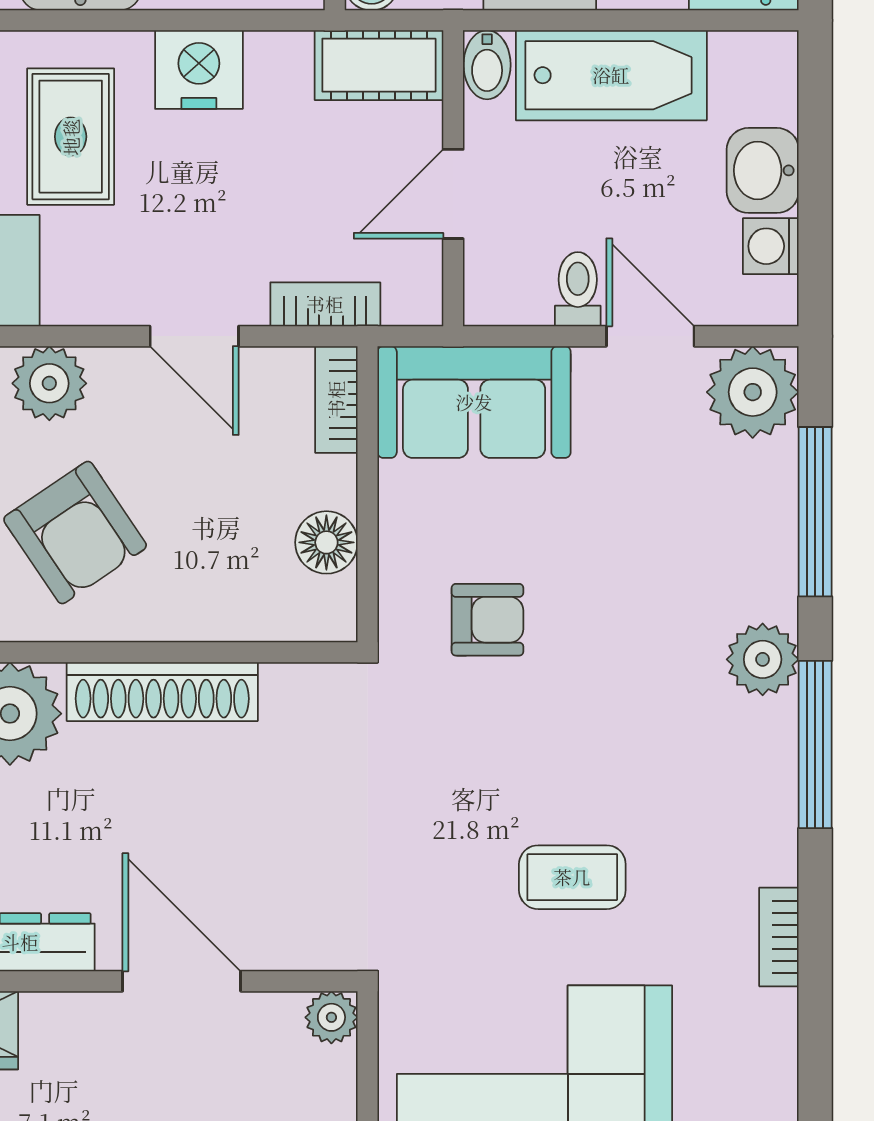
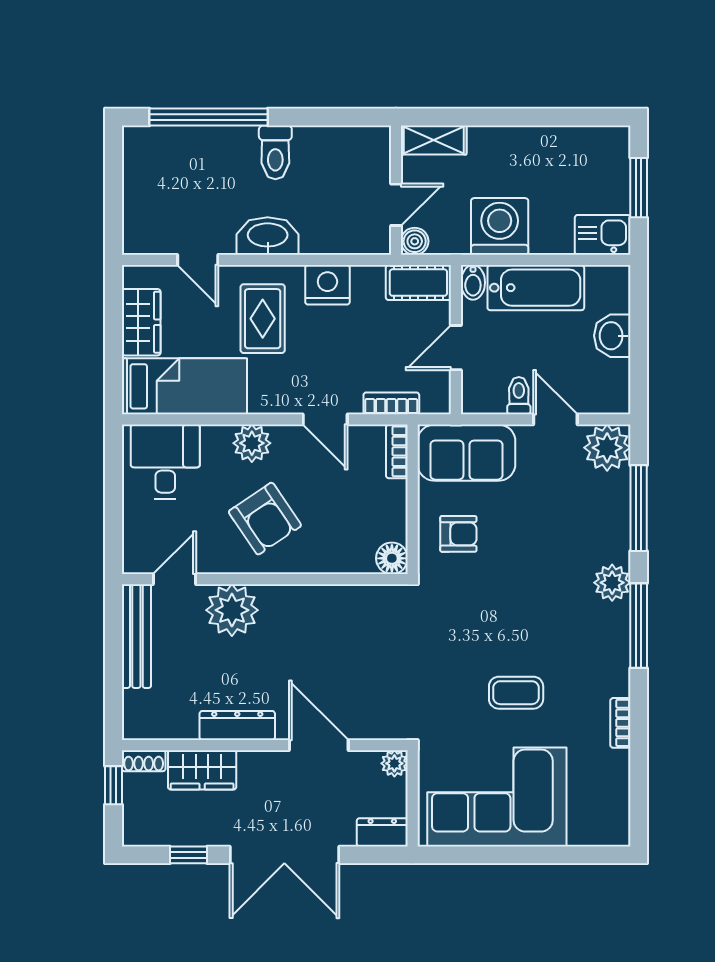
washing machine: (771, 246) -> (616, 374), removed
floor lamp: (326, 542) -> (392, 558), moved
armchair: (487, 620) -> (458, 534), moved
shoe rack: (162, 692) -> (309, 599), removed

